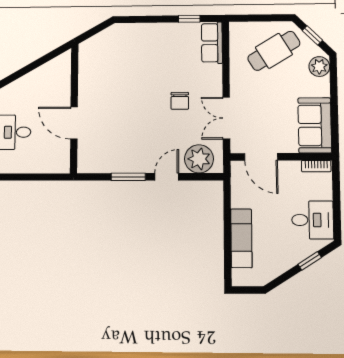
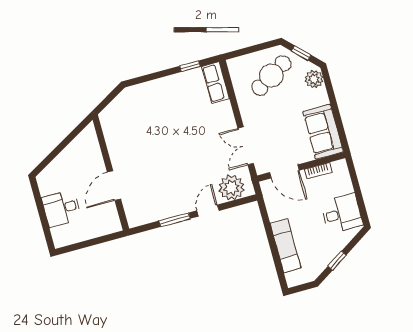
chair: (180, 101) -> (201, 141), removed
door: (74, 123) -> (114, 186), hinge flipped
bookcase: (316, 166) -> (318, 171), moved
window: (310, 261) -> (337, 261), moved

